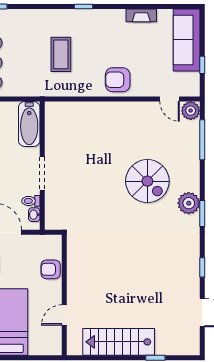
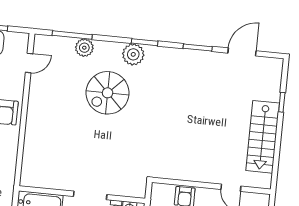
plant: (191, 111) -> (84, 48), moved
spiral stairs: (147, 181) -> (108, 93), turned 180
window: (202, 267) -> (198, 47), width x1.50

